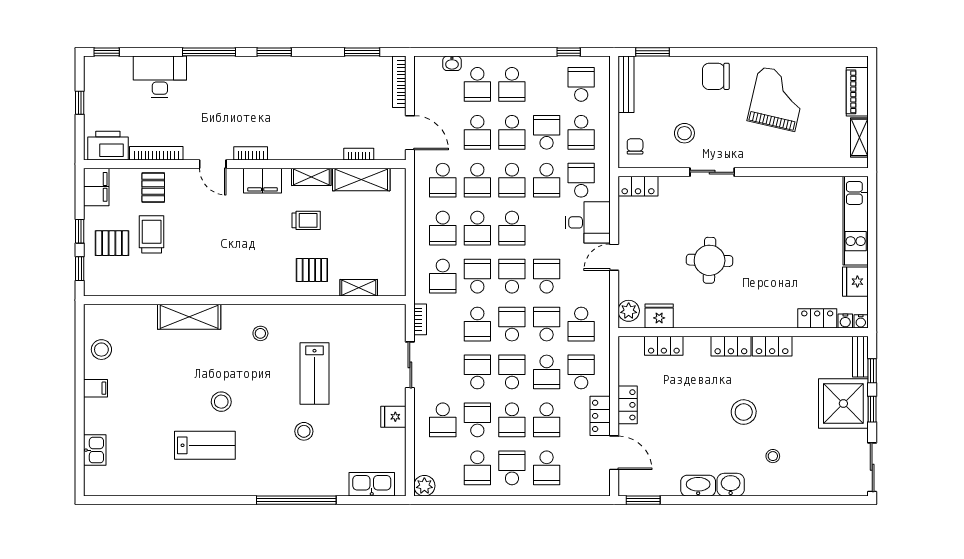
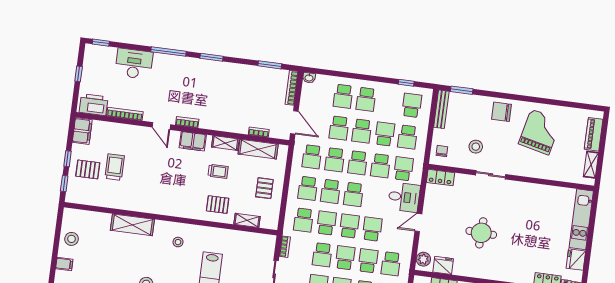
washbasin: (452, 63) -> (309, 78), moved
pallet: (153, 188) -> (264, 188), moved

